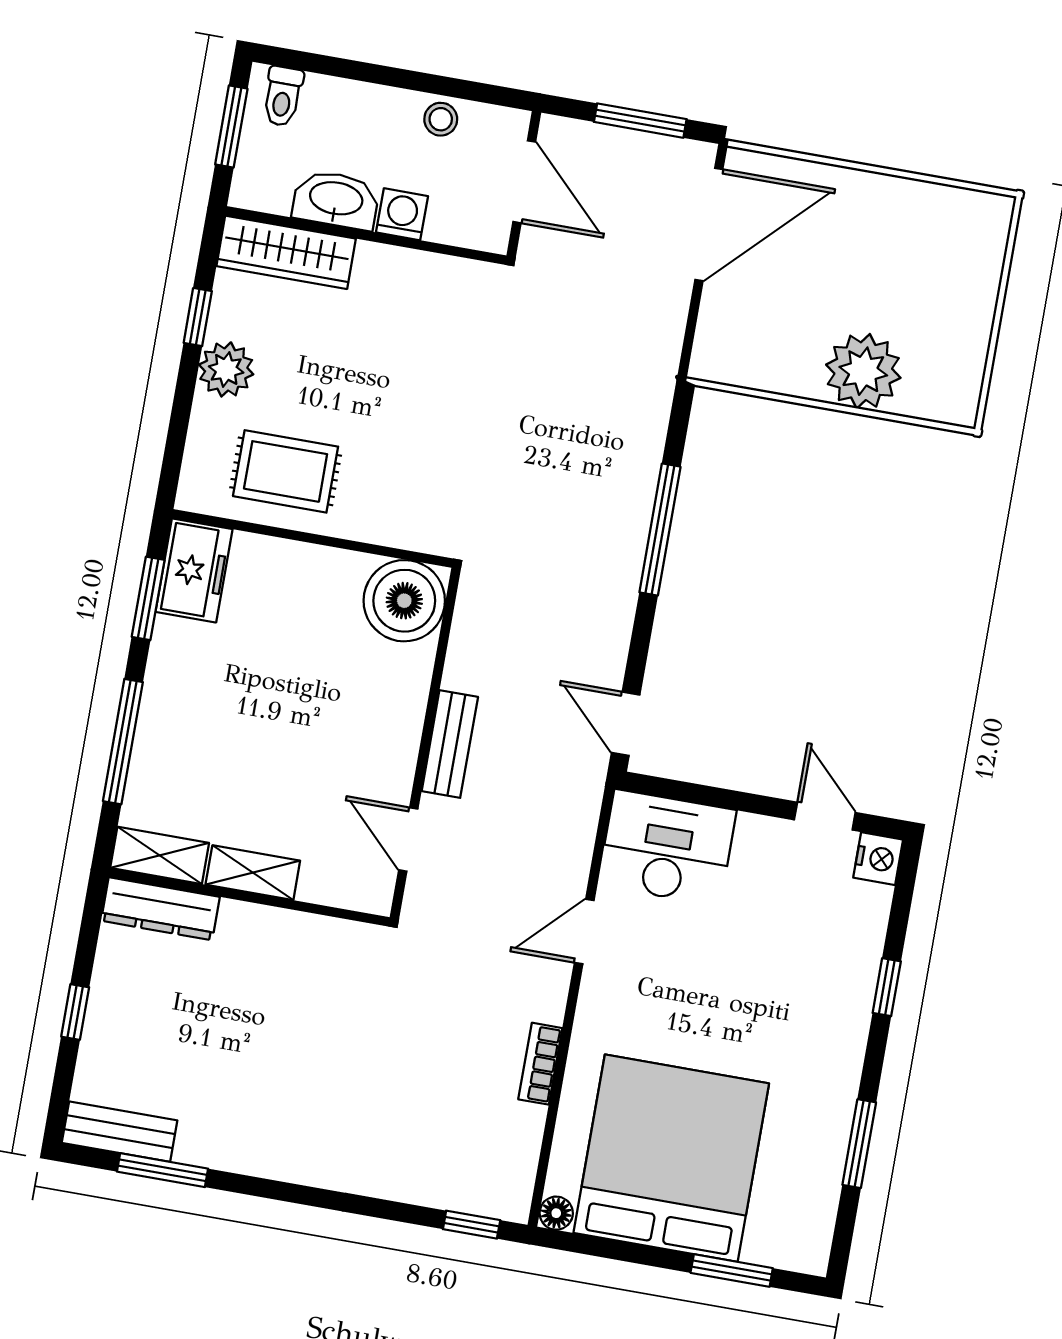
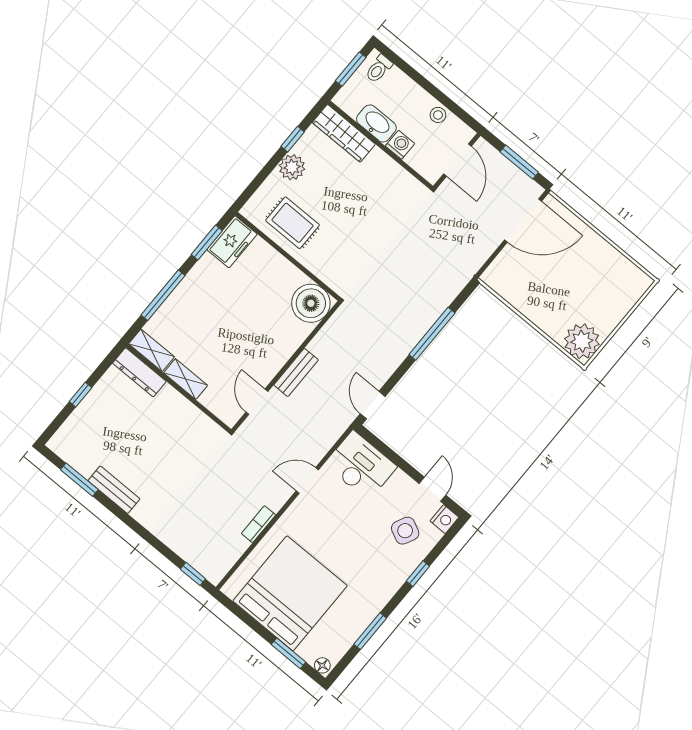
plant: (863, 371) -> (582, 341), moved
side table: (818, 921) -> (405, 531), added
bench: (120, 1132) -> (114, 490), moved
floor lamp: (556, 1213) -> (322, 665), moved

